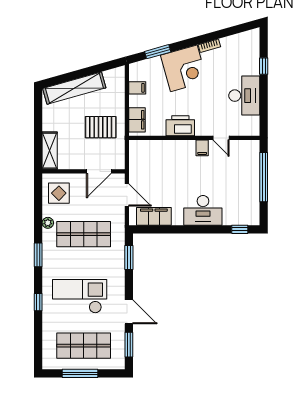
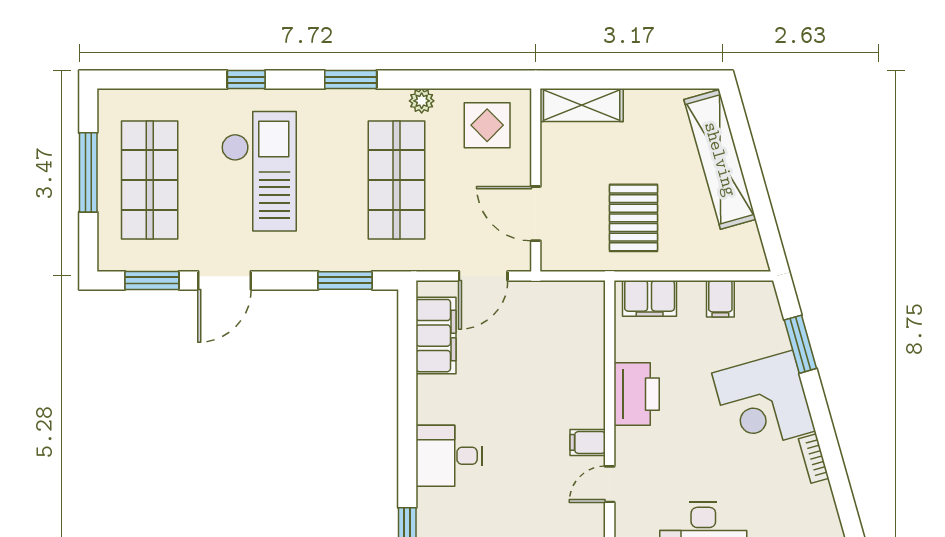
desk: (203, 210) -> (449, 456), width x0.73

